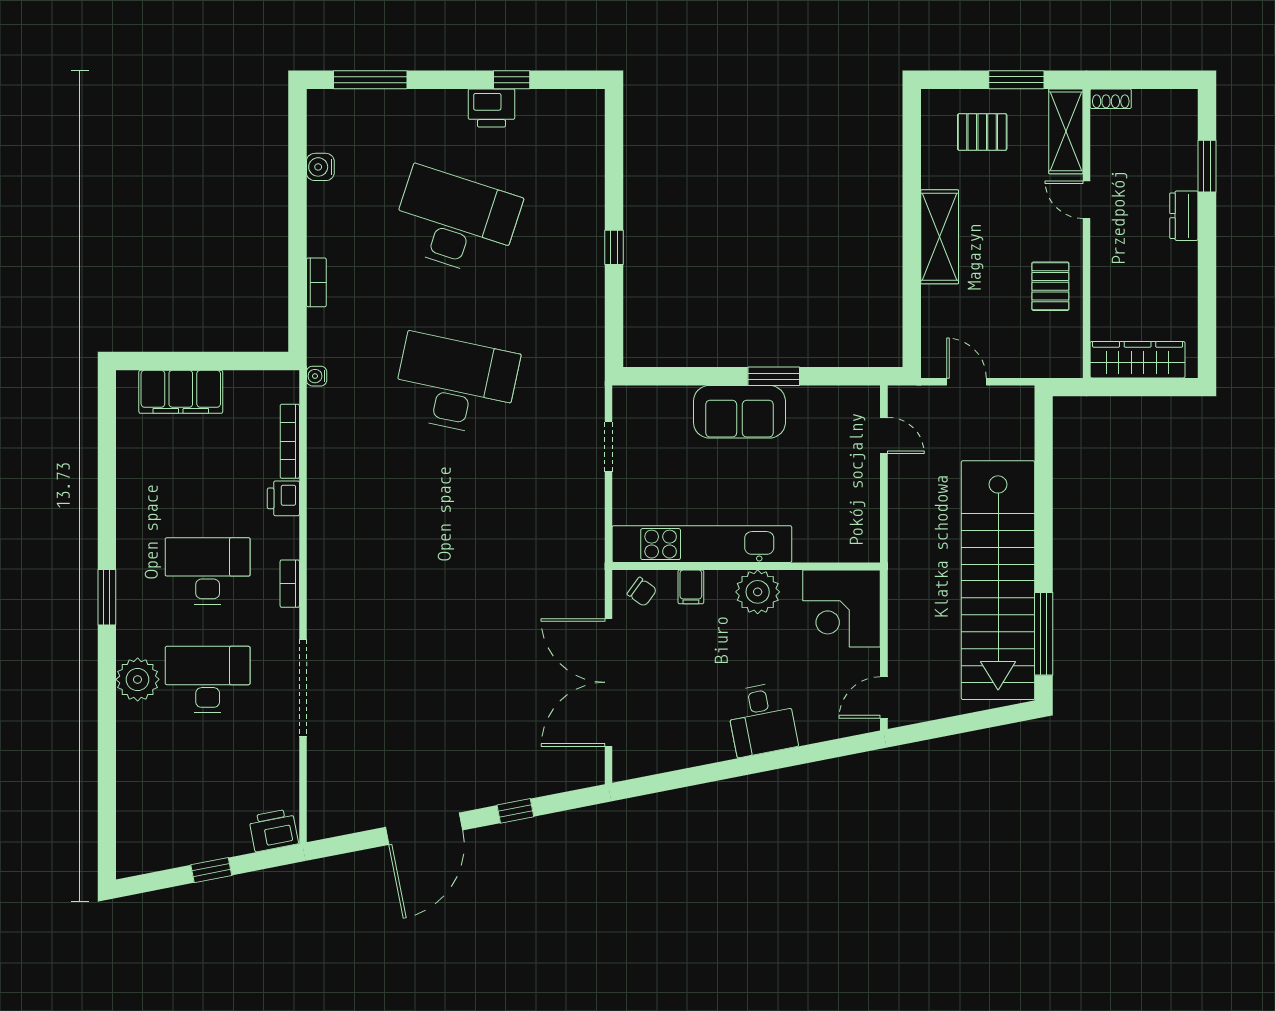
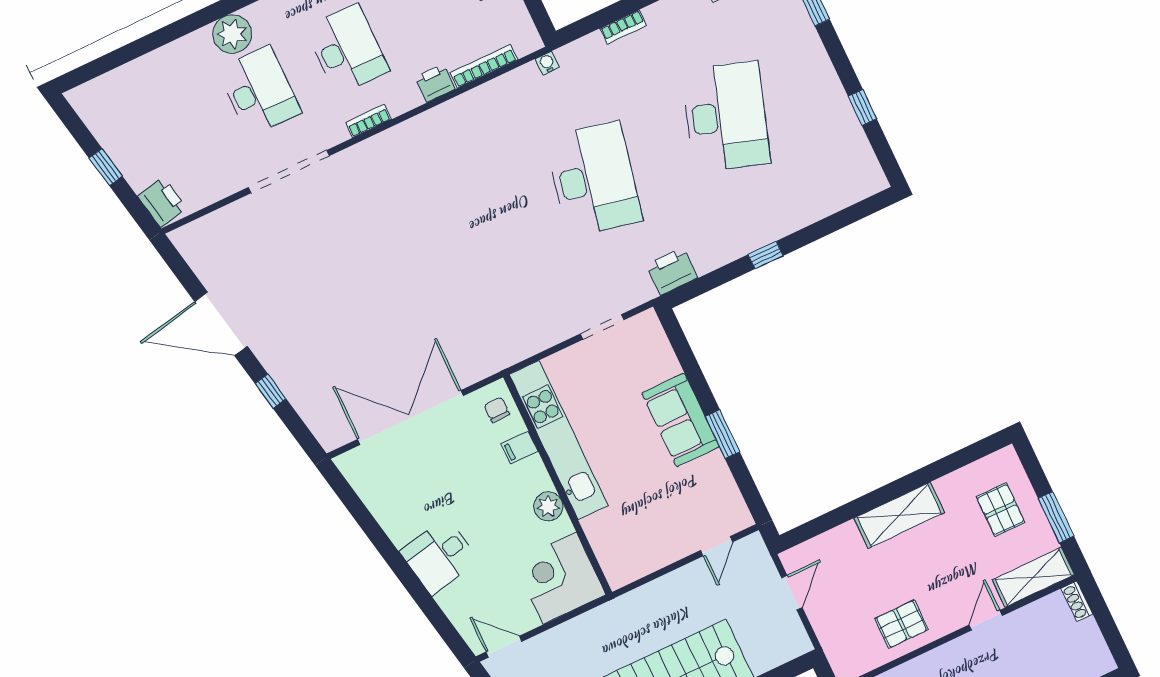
printer: (491, 108) -> (672, 271), moved, turned 90
chair: (642, 592) -> (497, 410), turned 144
plant: (758, 592) -> (548, 506), width x0.73, depth x0.73

